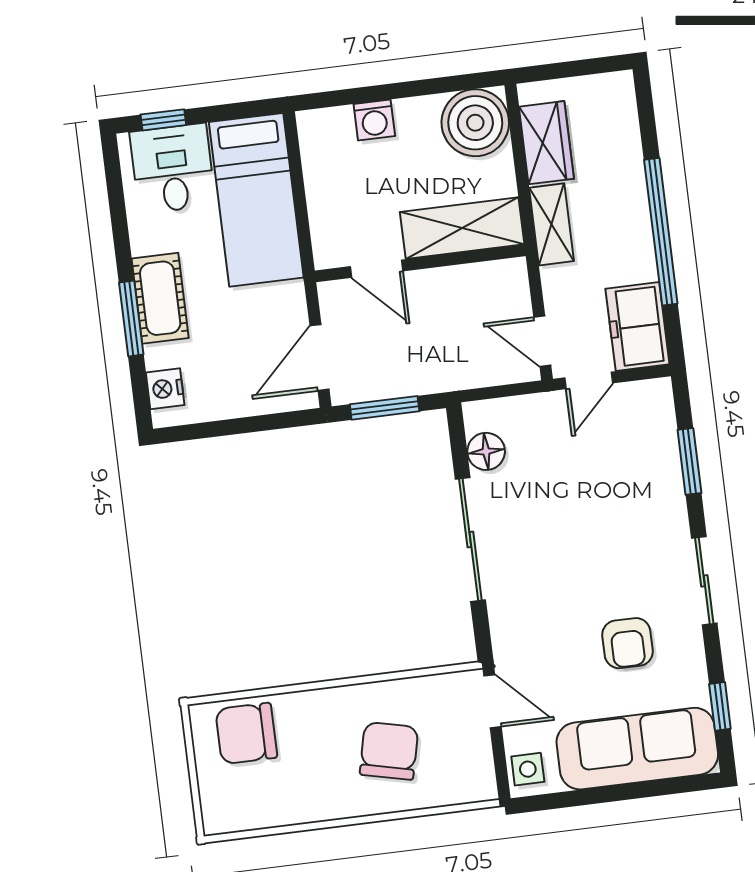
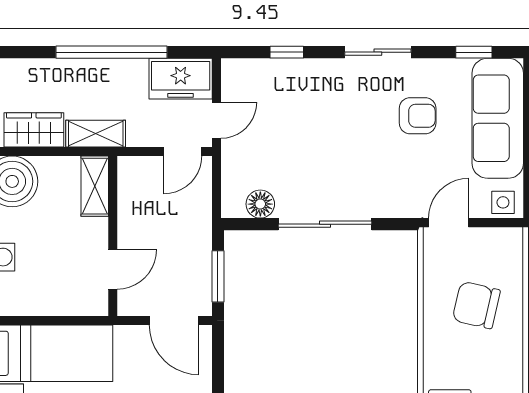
shelving: (462, 228) -> (95, 186), width x0.67, depth x0.75
door: (589, 380) -> (216, 120), hinge flipped
window: (689, 461) -> (287, 52), width x0.67

